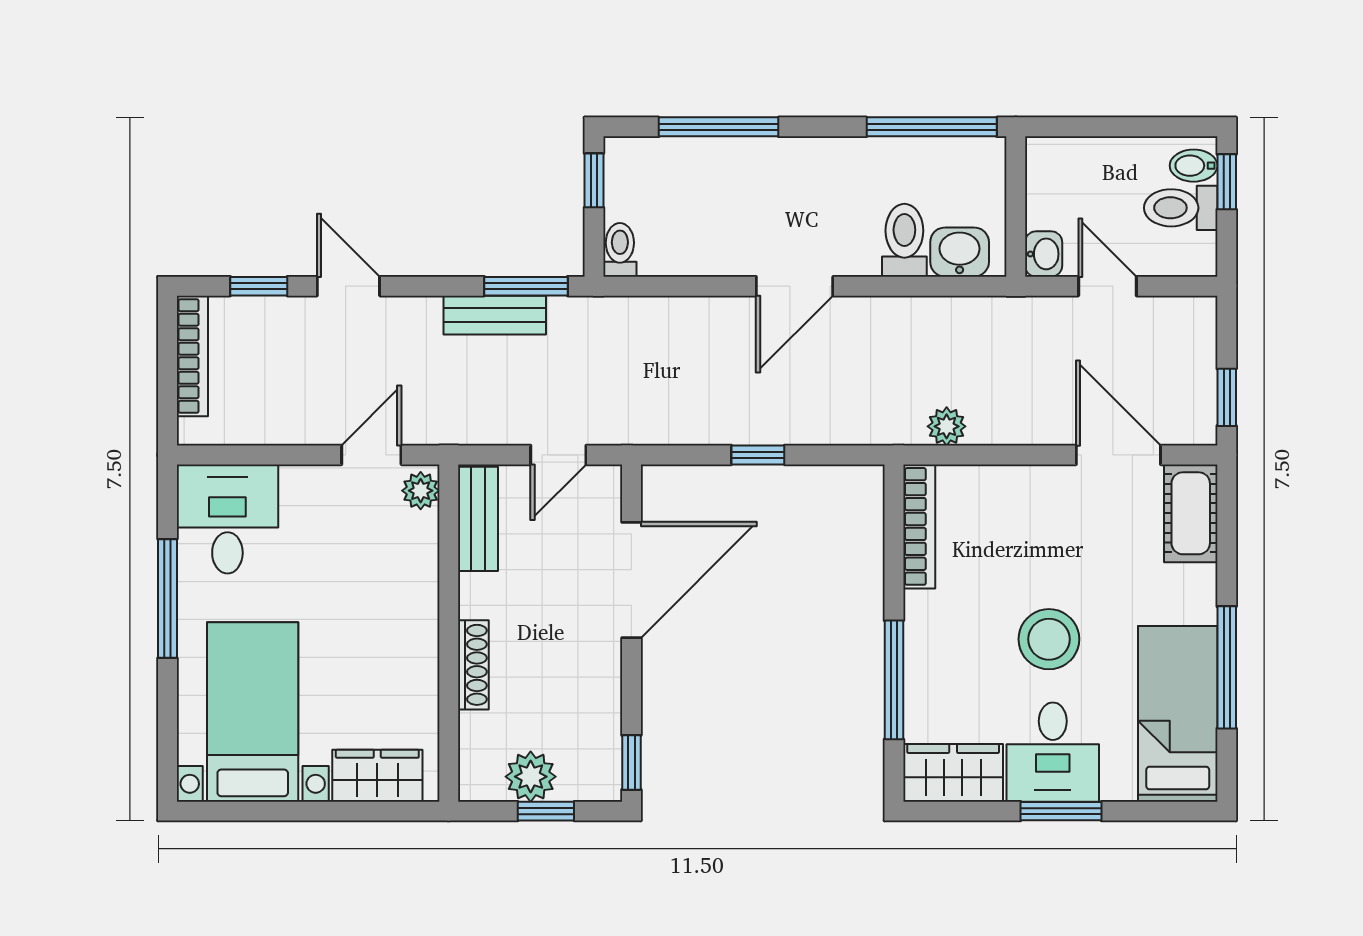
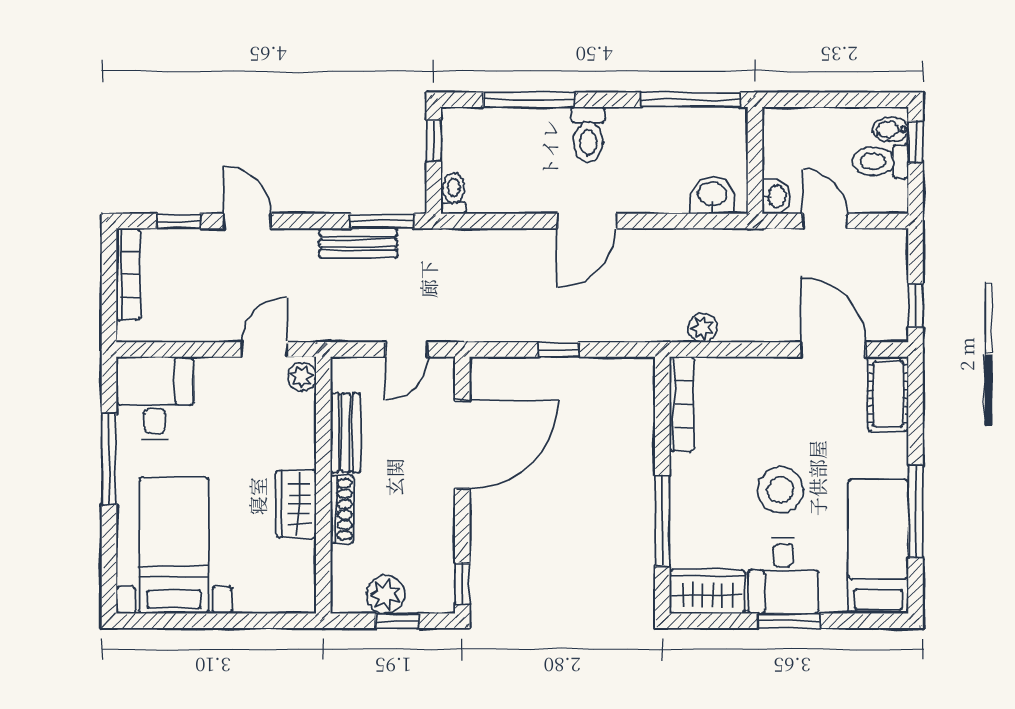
toilet: (904, 240) -> (588, 135), moved, turned 180
bench: (478, 519) -> (345, 433), moved
wardrobe: (377, 776) -> (296, 504), moved, turned -90

